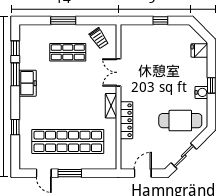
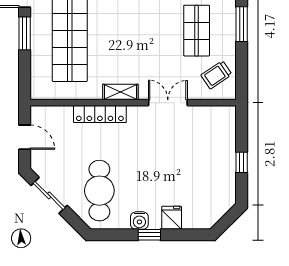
fridge: (199, 50) -> (172, 218), moved

